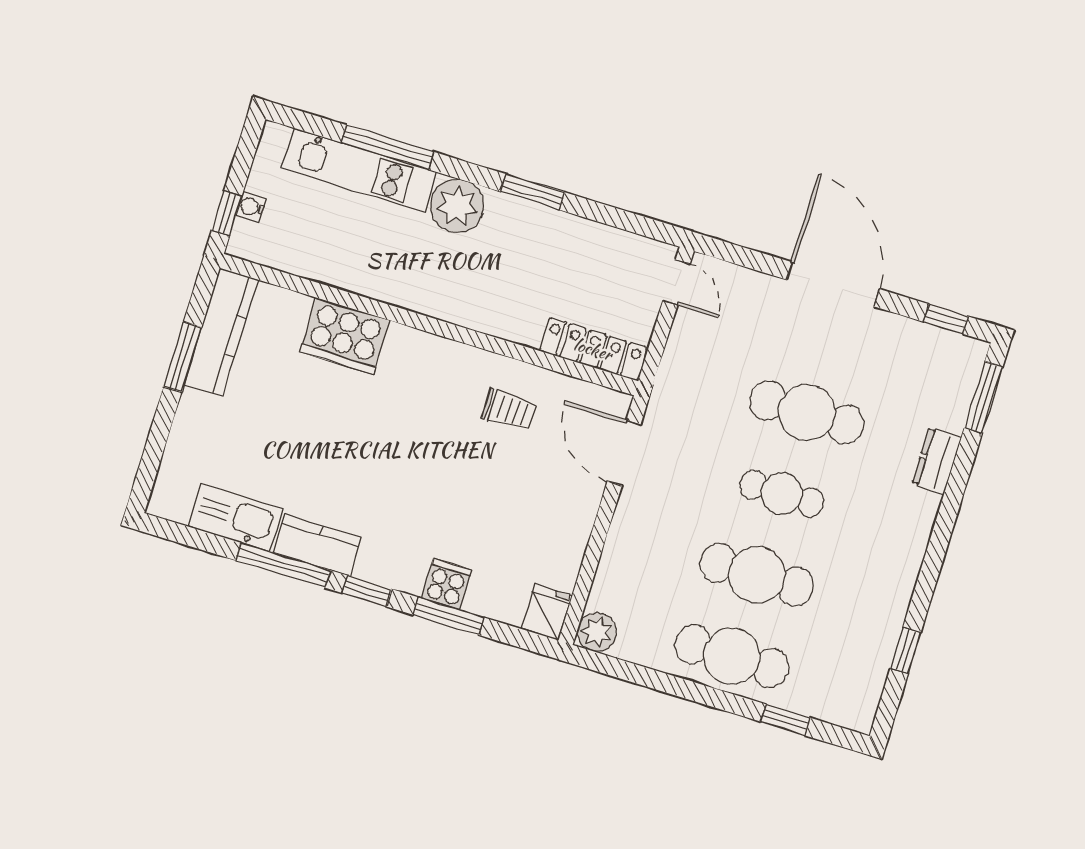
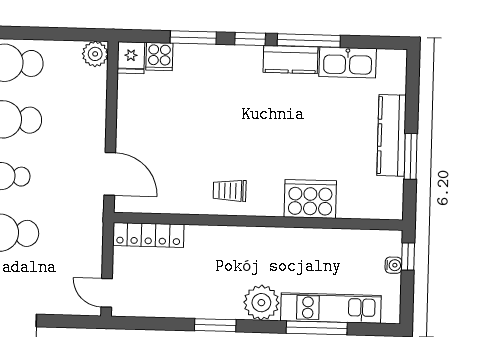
kitchen counter: (221, 332) -> (392, 135), moved
trolley: (509, 410) -> (230, 191), moved
cooker: (446, 584) -> (159, 57), moved

